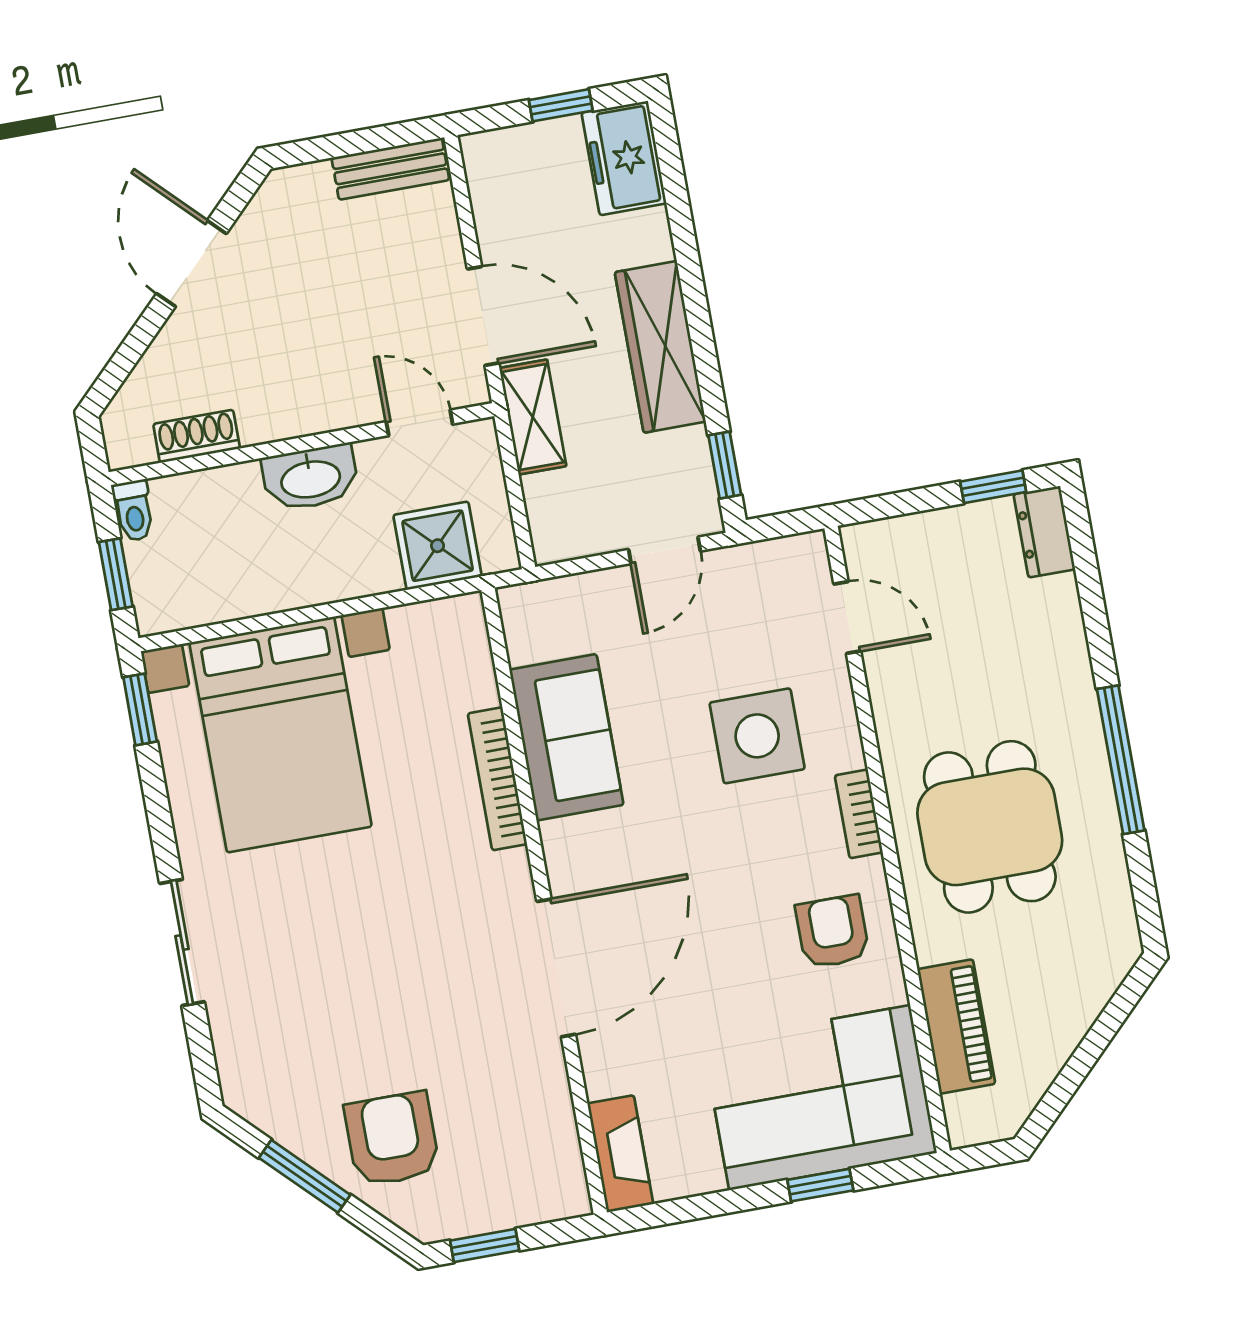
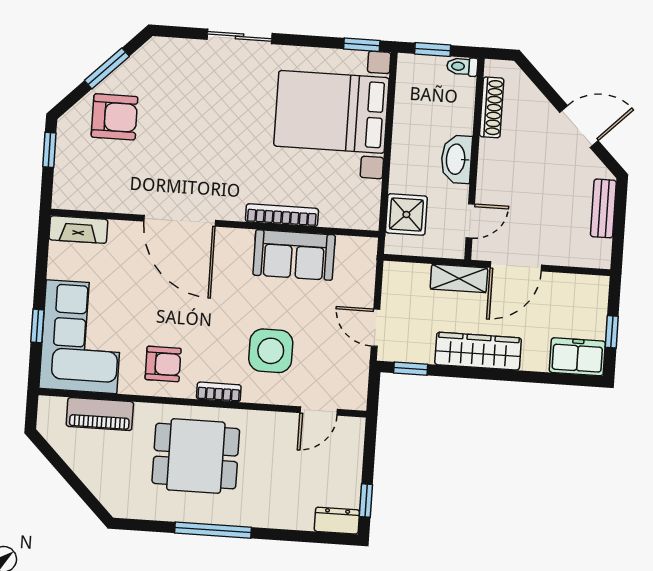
bench: (390, 169) -> (603, 208), moved
shoe rack: (197, 436) -> (492, 107), width x1.43

